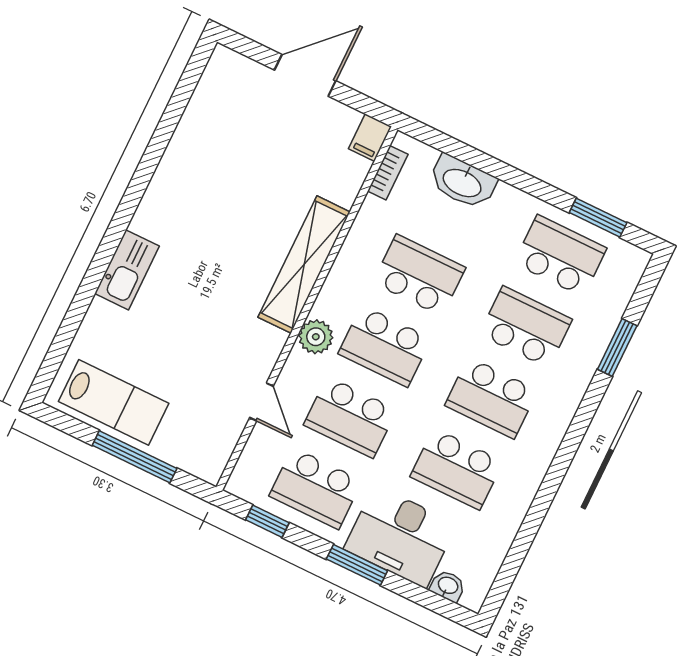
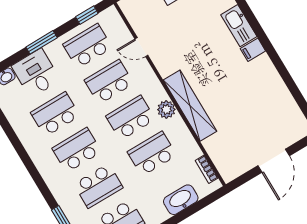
filing cabinet: (370, 138) -> (253, 50), moved, turned -90
school desk: (419, 275) -> (152, 154), turned 180
plant: (316, 337) -> (166, 109), moved
desk: (400, 537) -> (36, 73), width x0.73

